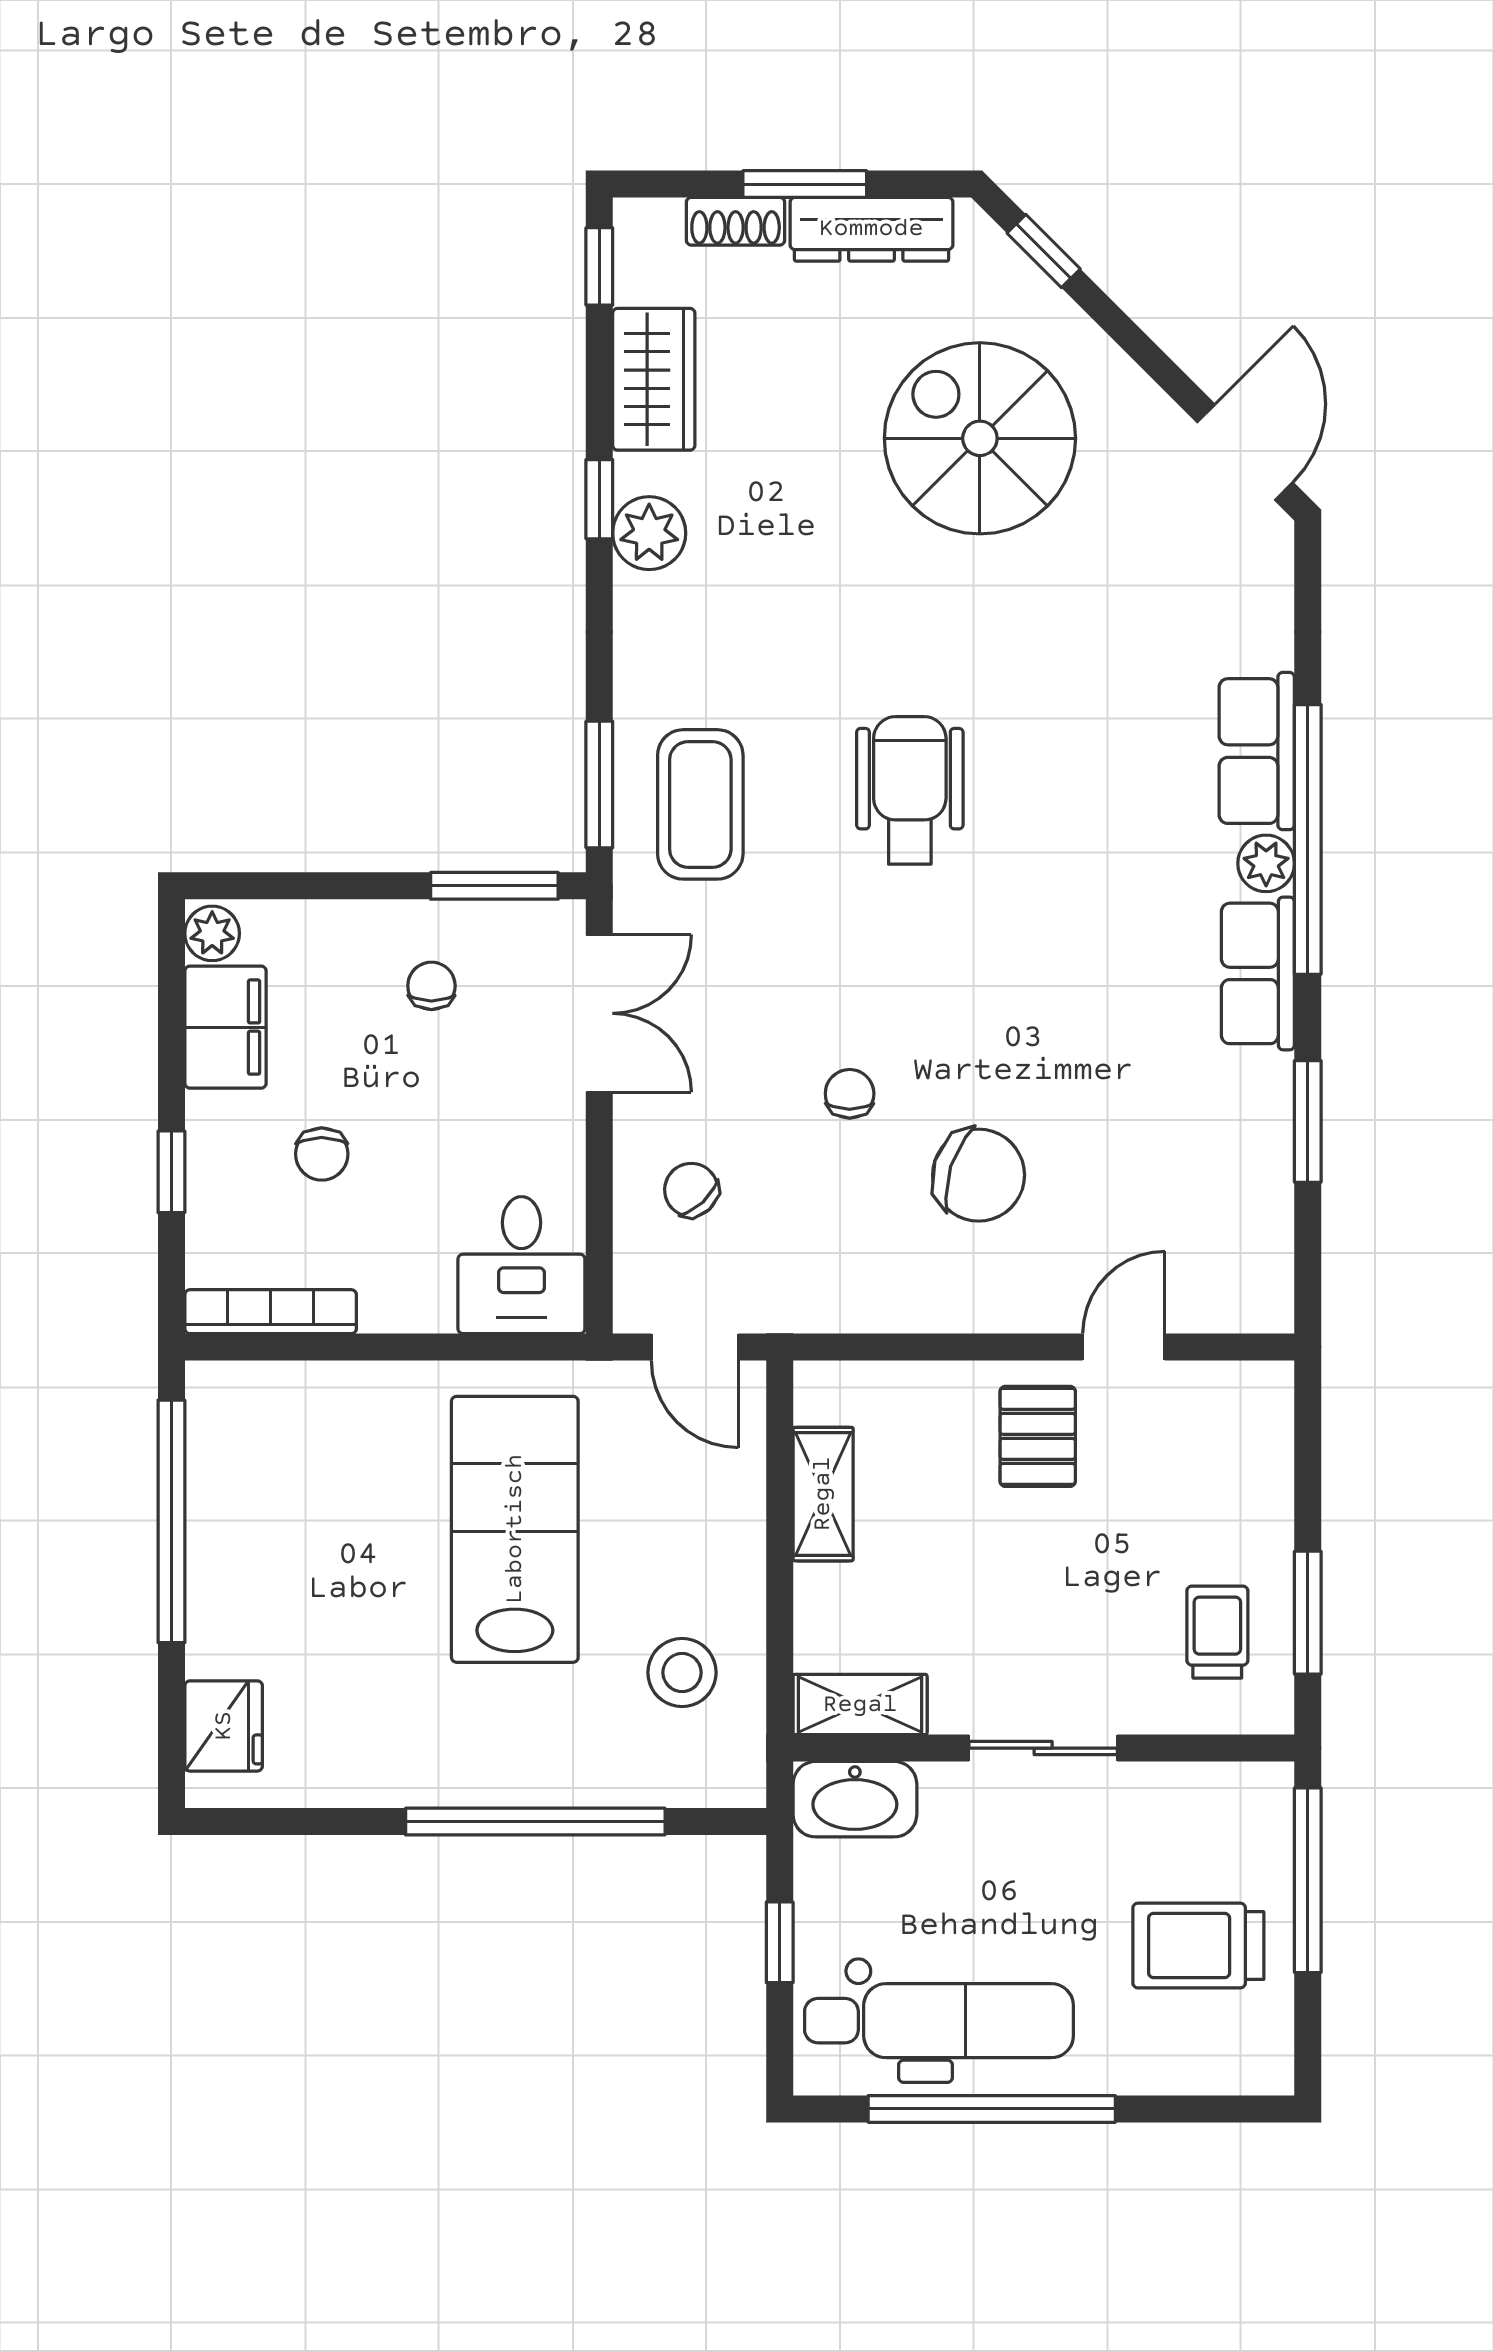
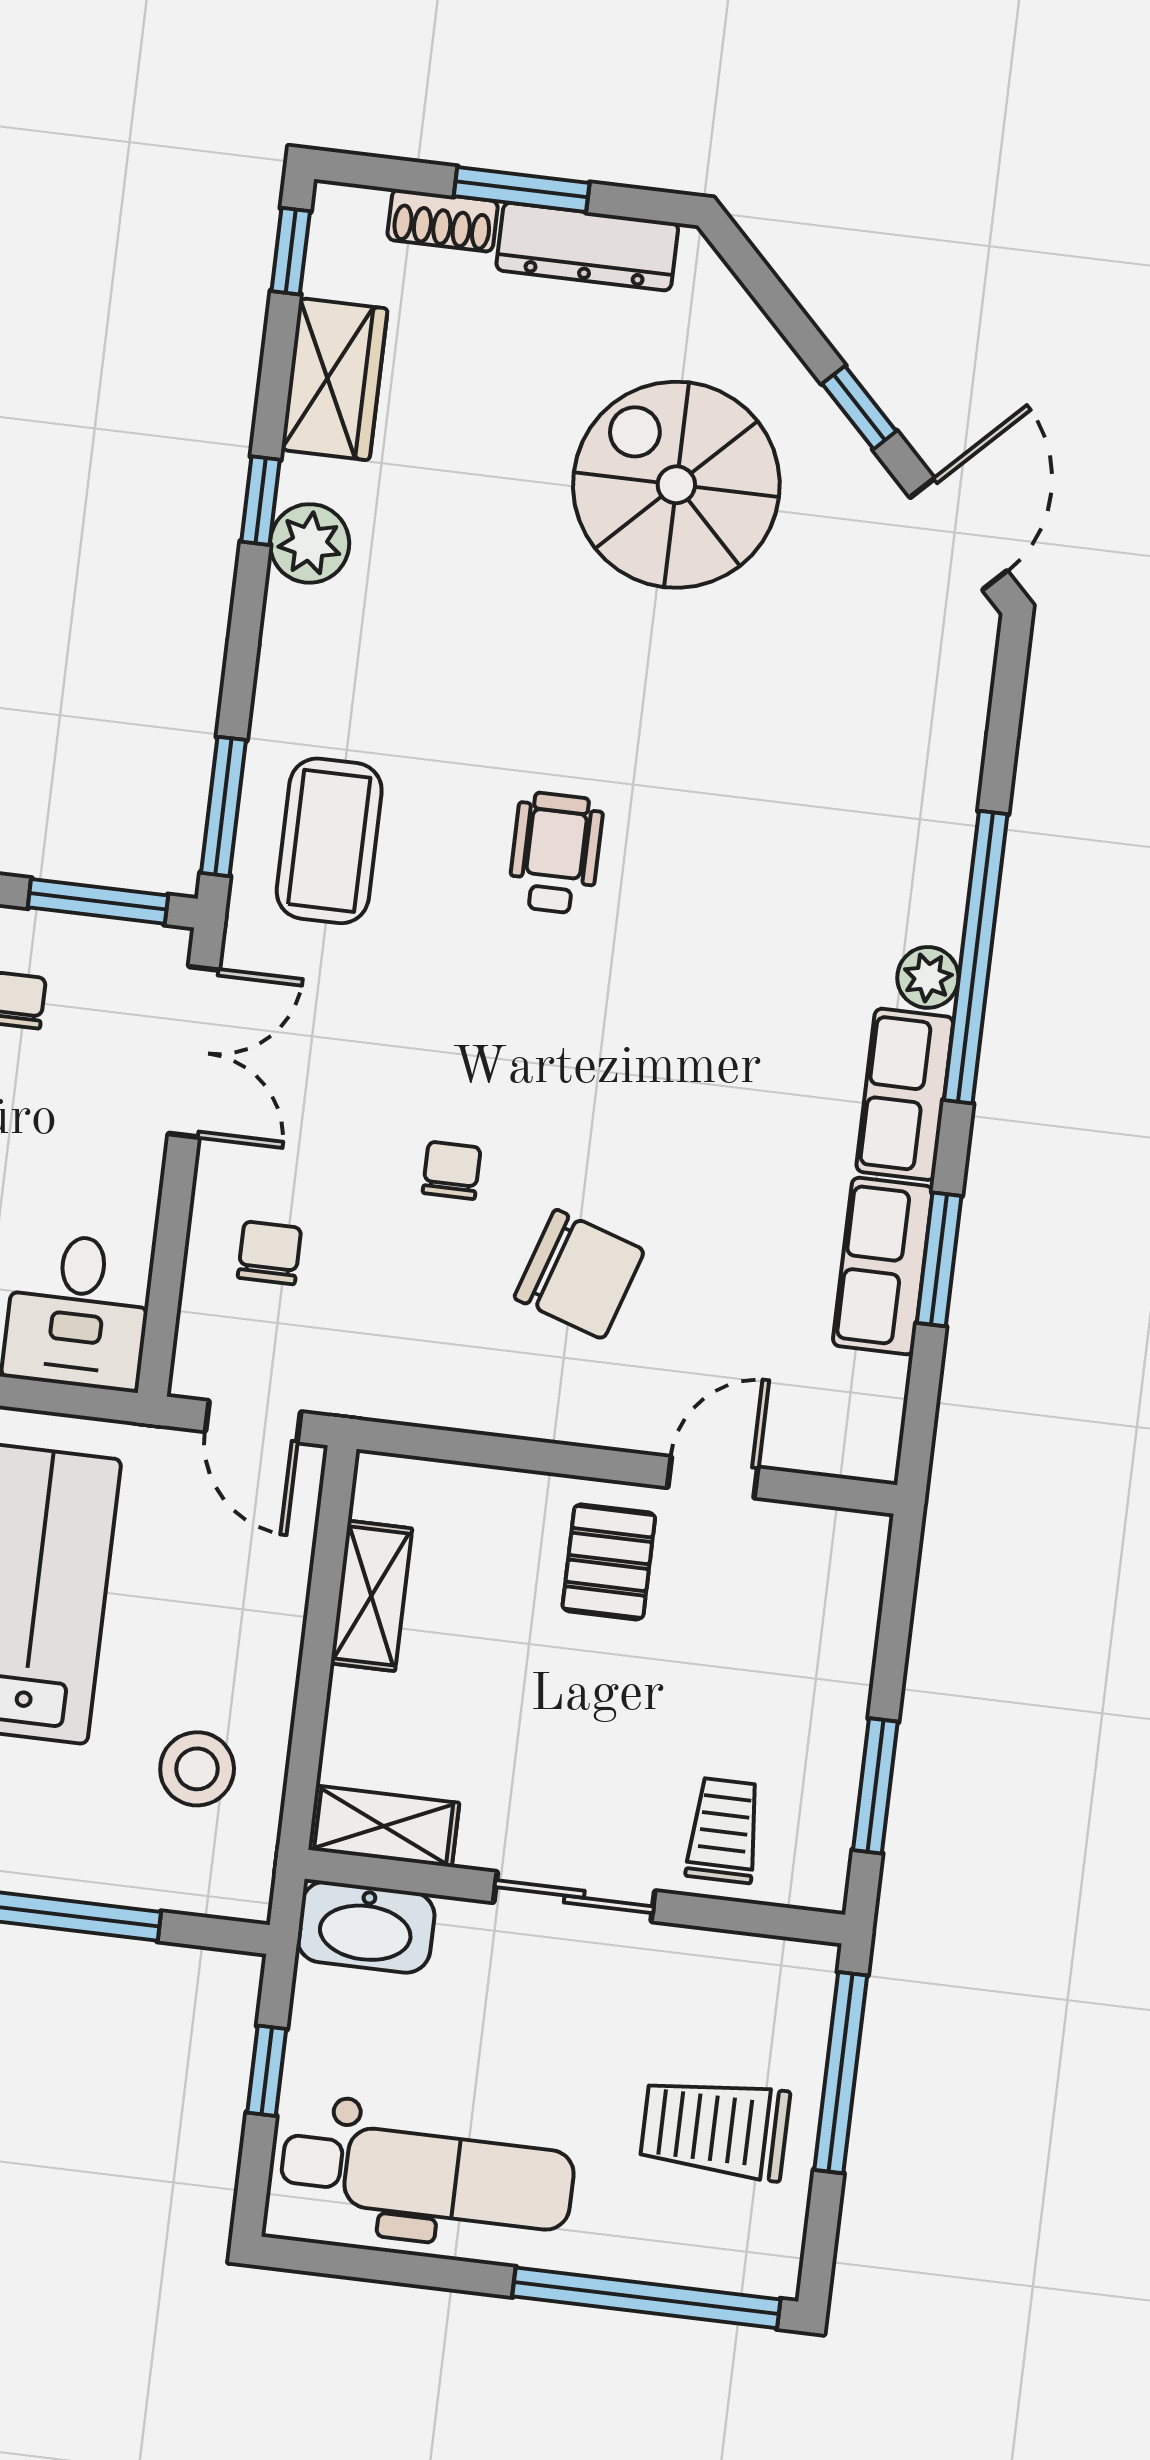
window: (1044, 251) -> (859, 407), moved
row of seats: (1257, 751) -> (883, 1266), moved
wheelchair: (910, 790) -> (556, 853), width x0.73, depth x0.73
chair: (691, 1190) -> (269, 1253), turned 43
trolley: (1217, 1632) -> (724, 1830), moved
window: (992, 2109) -> (646, 2298), moved

